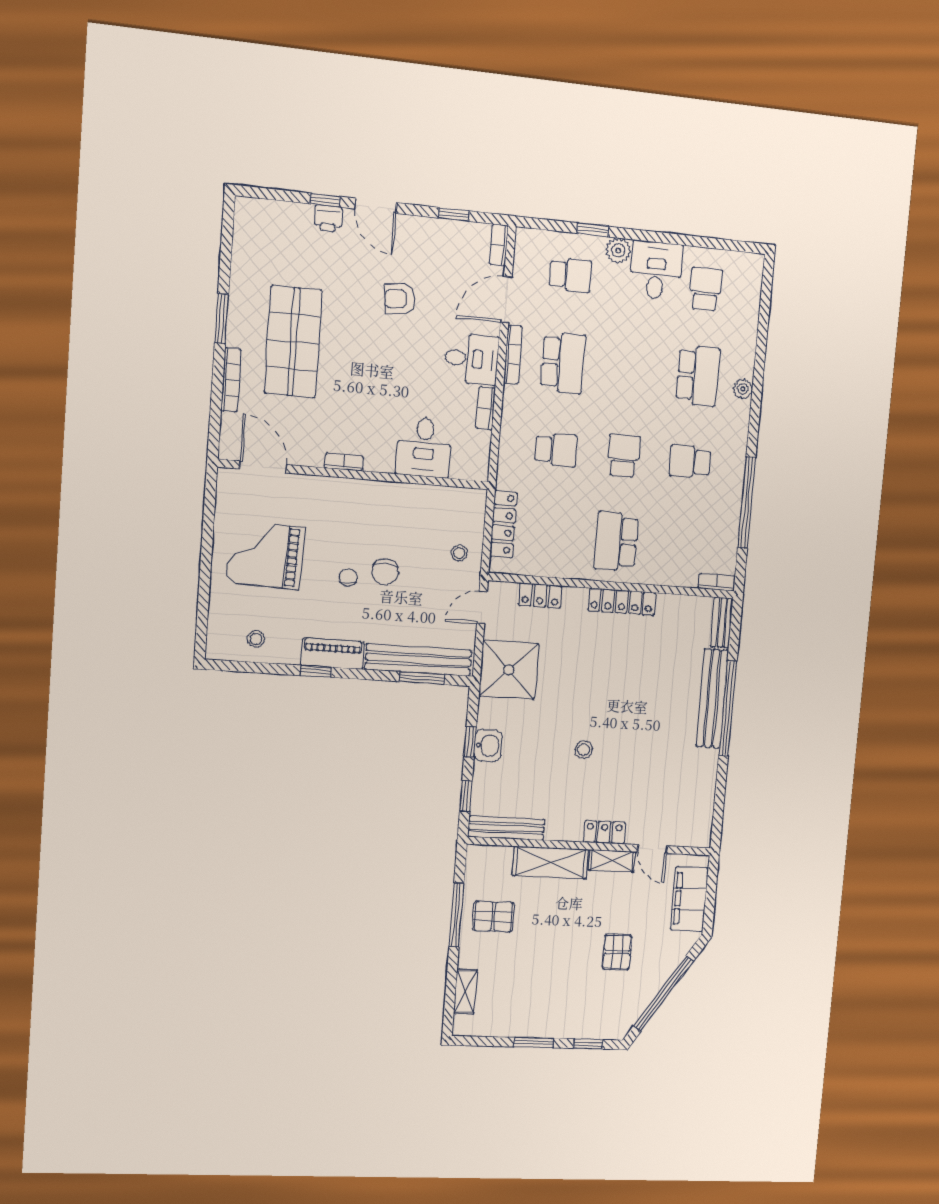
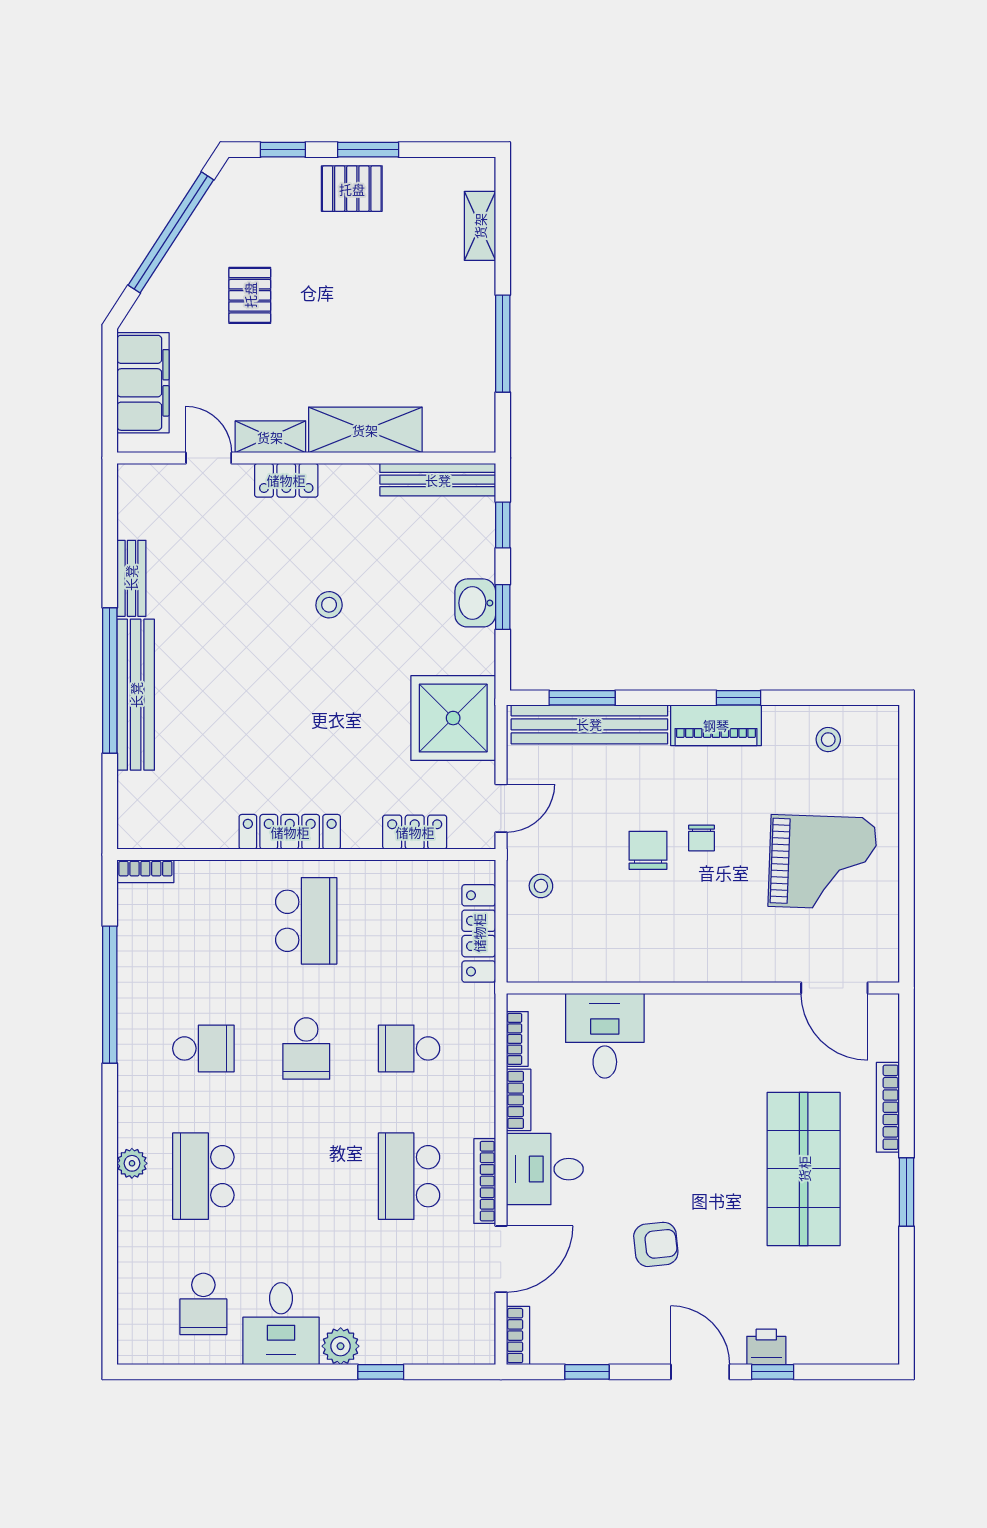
school desk: (570, 275) -> (409, 1304), removed
bookcase: (344, 462) -> (517, 1039), moved, turned -90
bench: (722, 623) -> (131, 578), moved
pallet: (493, 917) -> (352, 189), moved

